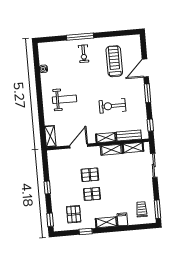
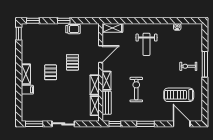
treadmill: (114, 61) -> (179, 95), turned 180
door: (145, 68) -> (182, 124), moved
door: (79, 146) -> (101, 54), hinge flipped
sliding door: (154, 166) -> (63, 124), moved
pallet: (92, 194) -> (51, 72), moved
trolley: (142, 209) -> (73, 29), moved
pallet: (74, 214) -> (36, 44), removed
window: (86, 231) -> (19, 34), moved

